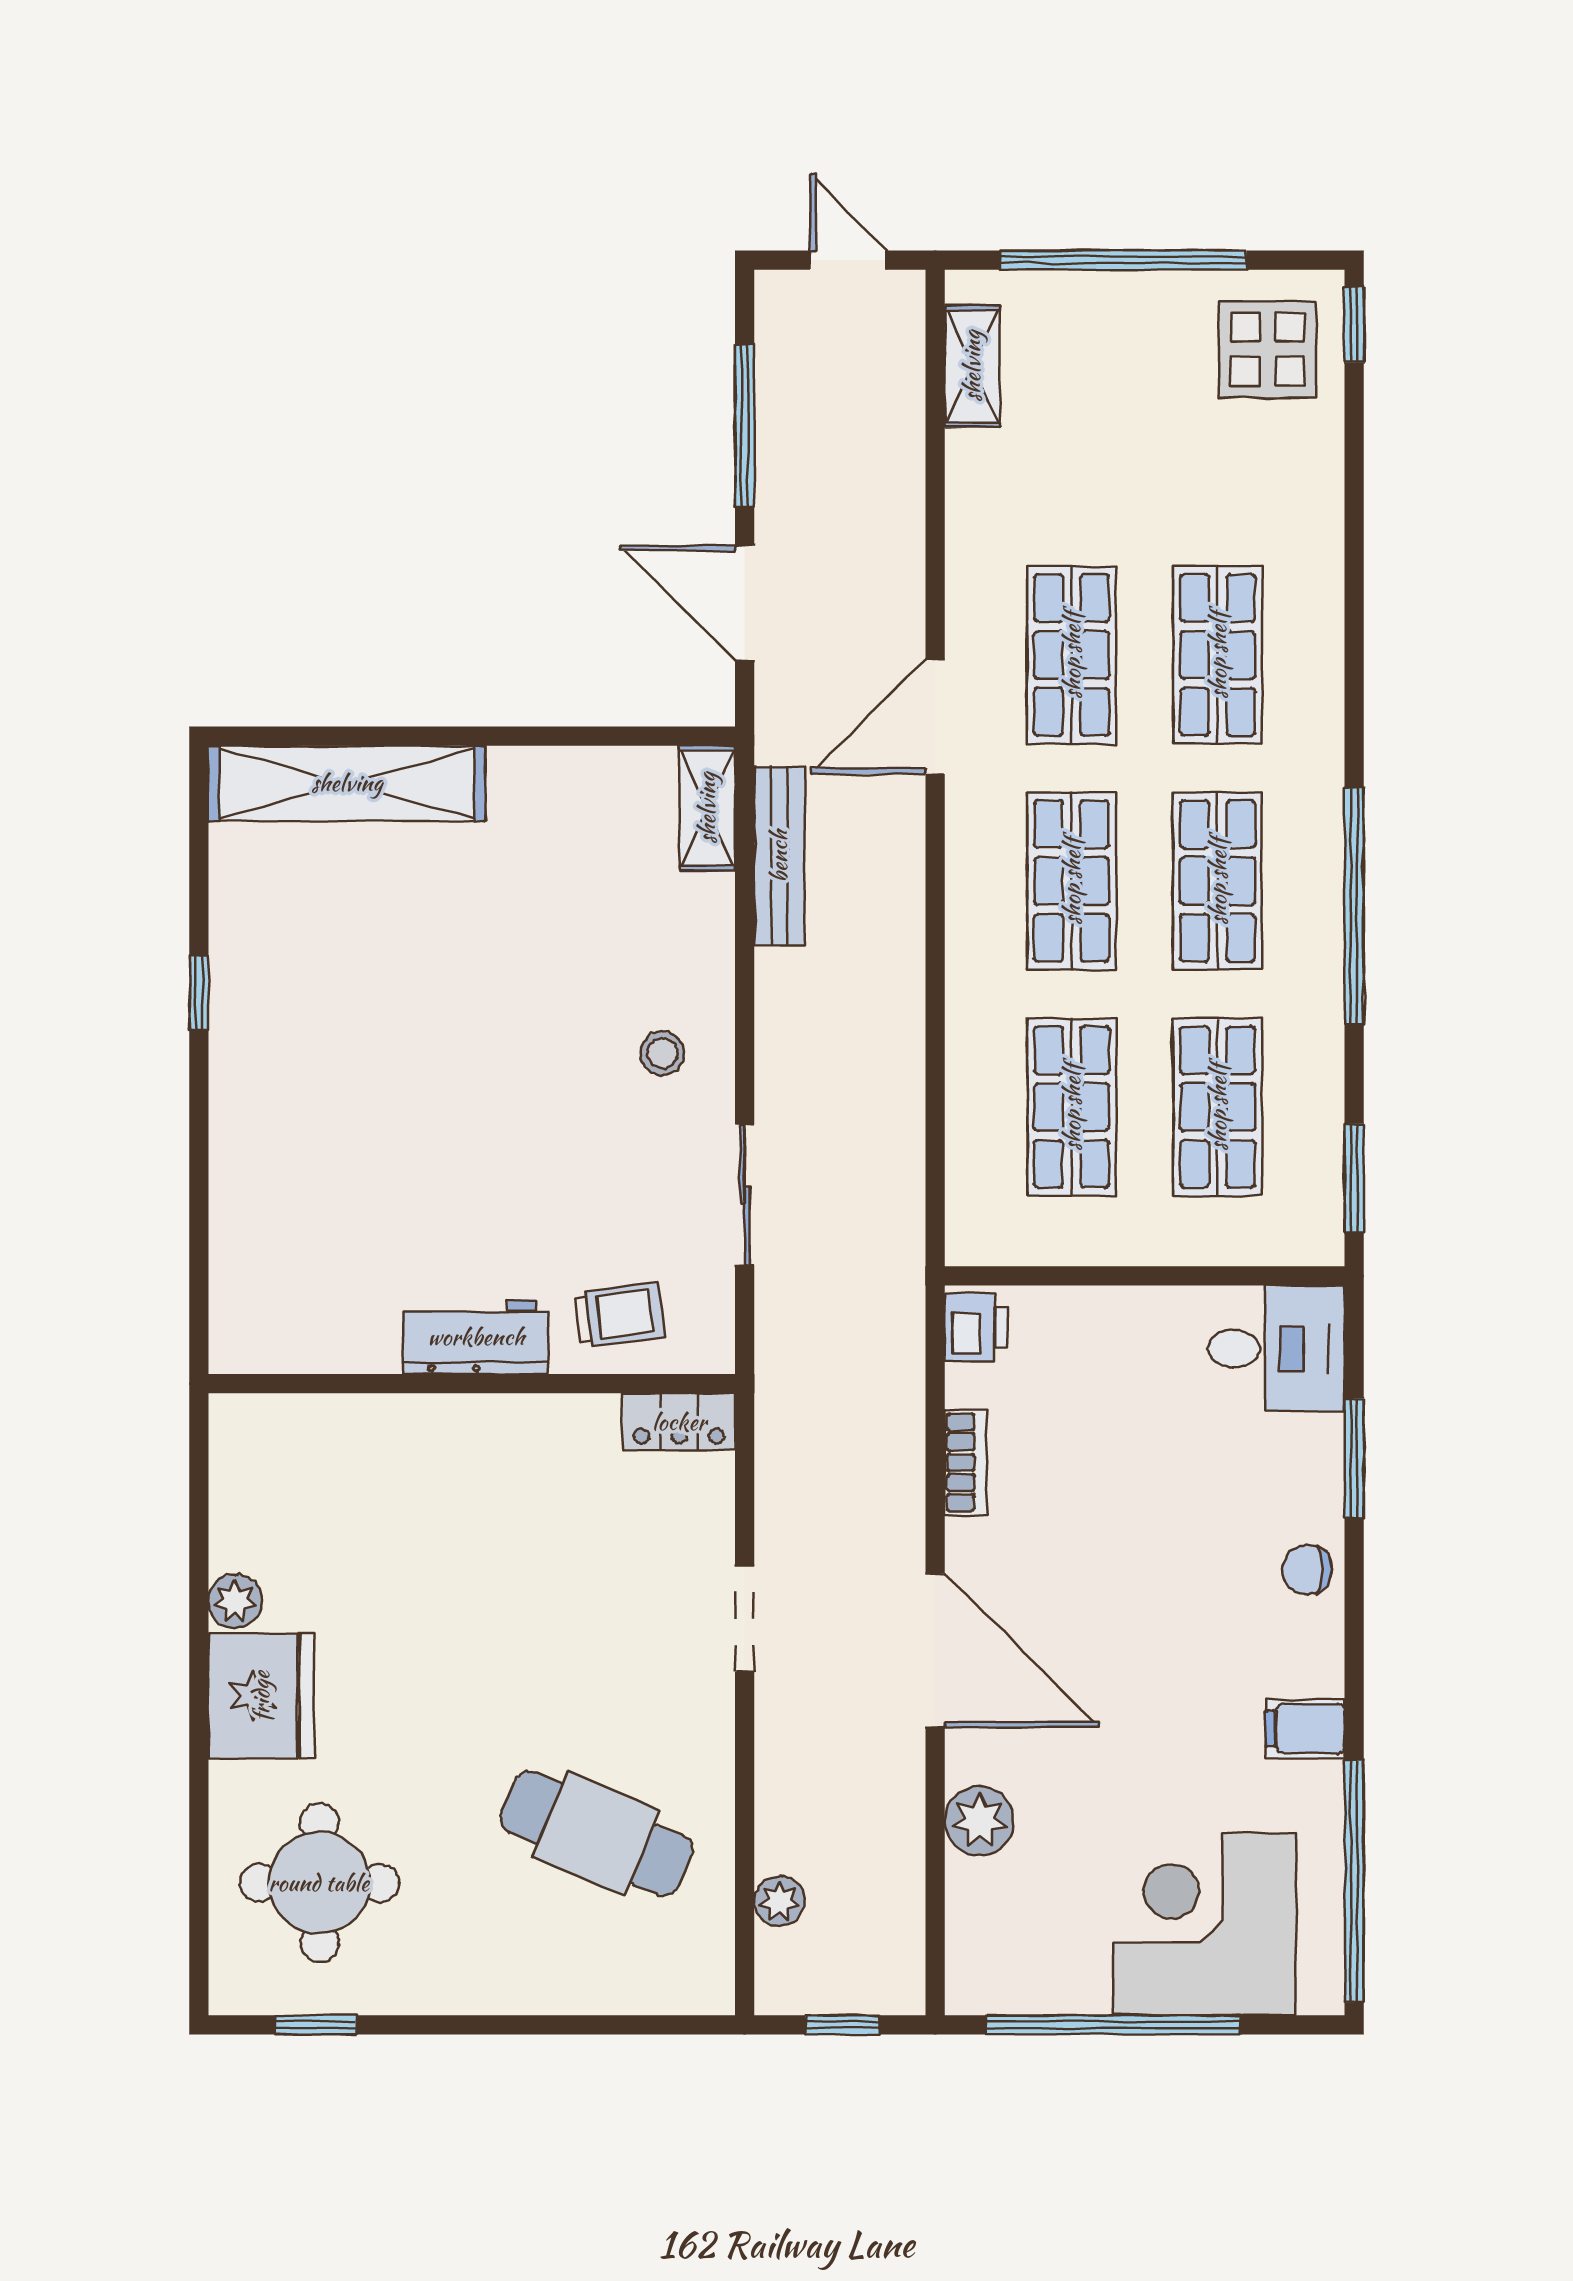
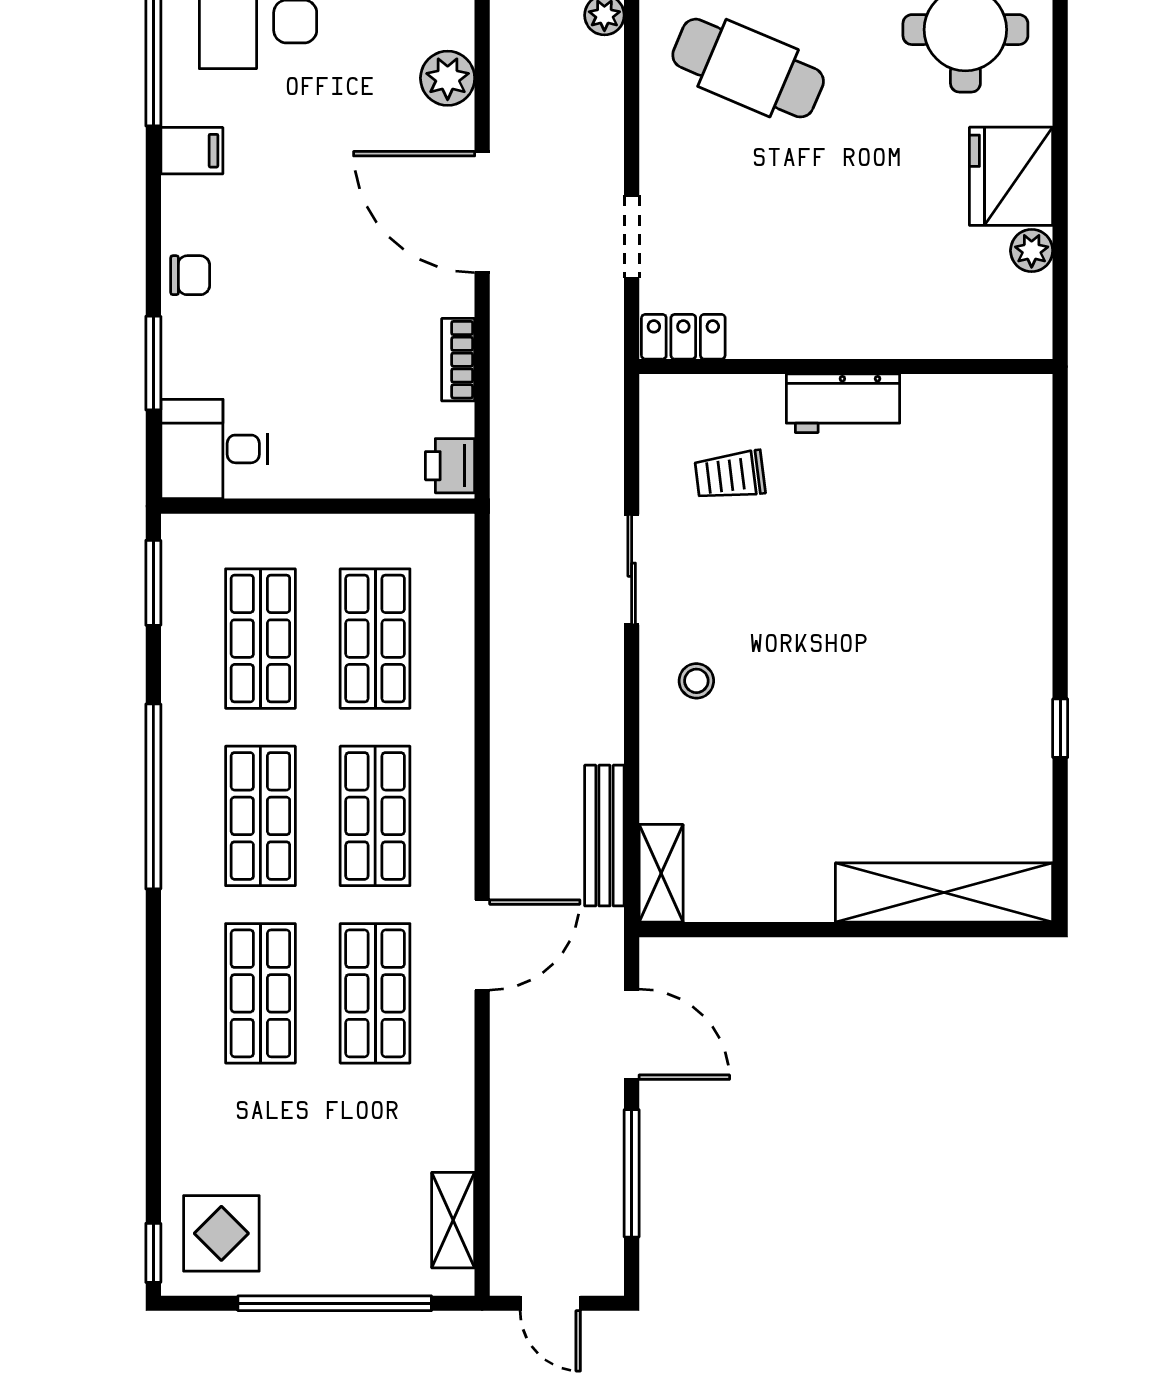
workbench: (476, 1337) -> (843, 403), moved
wall: (472, 1384) -> (846, 367), moved
locker: (679, 1422) -> (683, 337), moved

